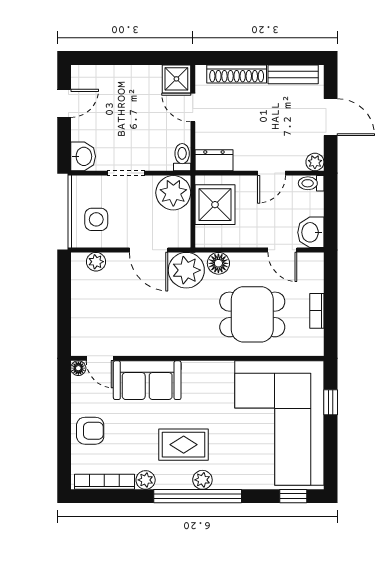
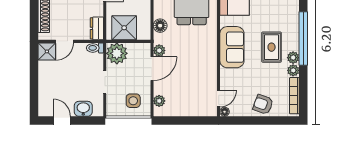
washbasin: (83, 156) -> (83, 109), moved
plant: (186, 270) -> (159, 51), width x0.53, depth x0.53
sofa: (147, 380) -> (232, 47), moved
armchair: (90, 431) -> (263, 104), turned -70
plant: (202, 480) -> (293, 58), moved

